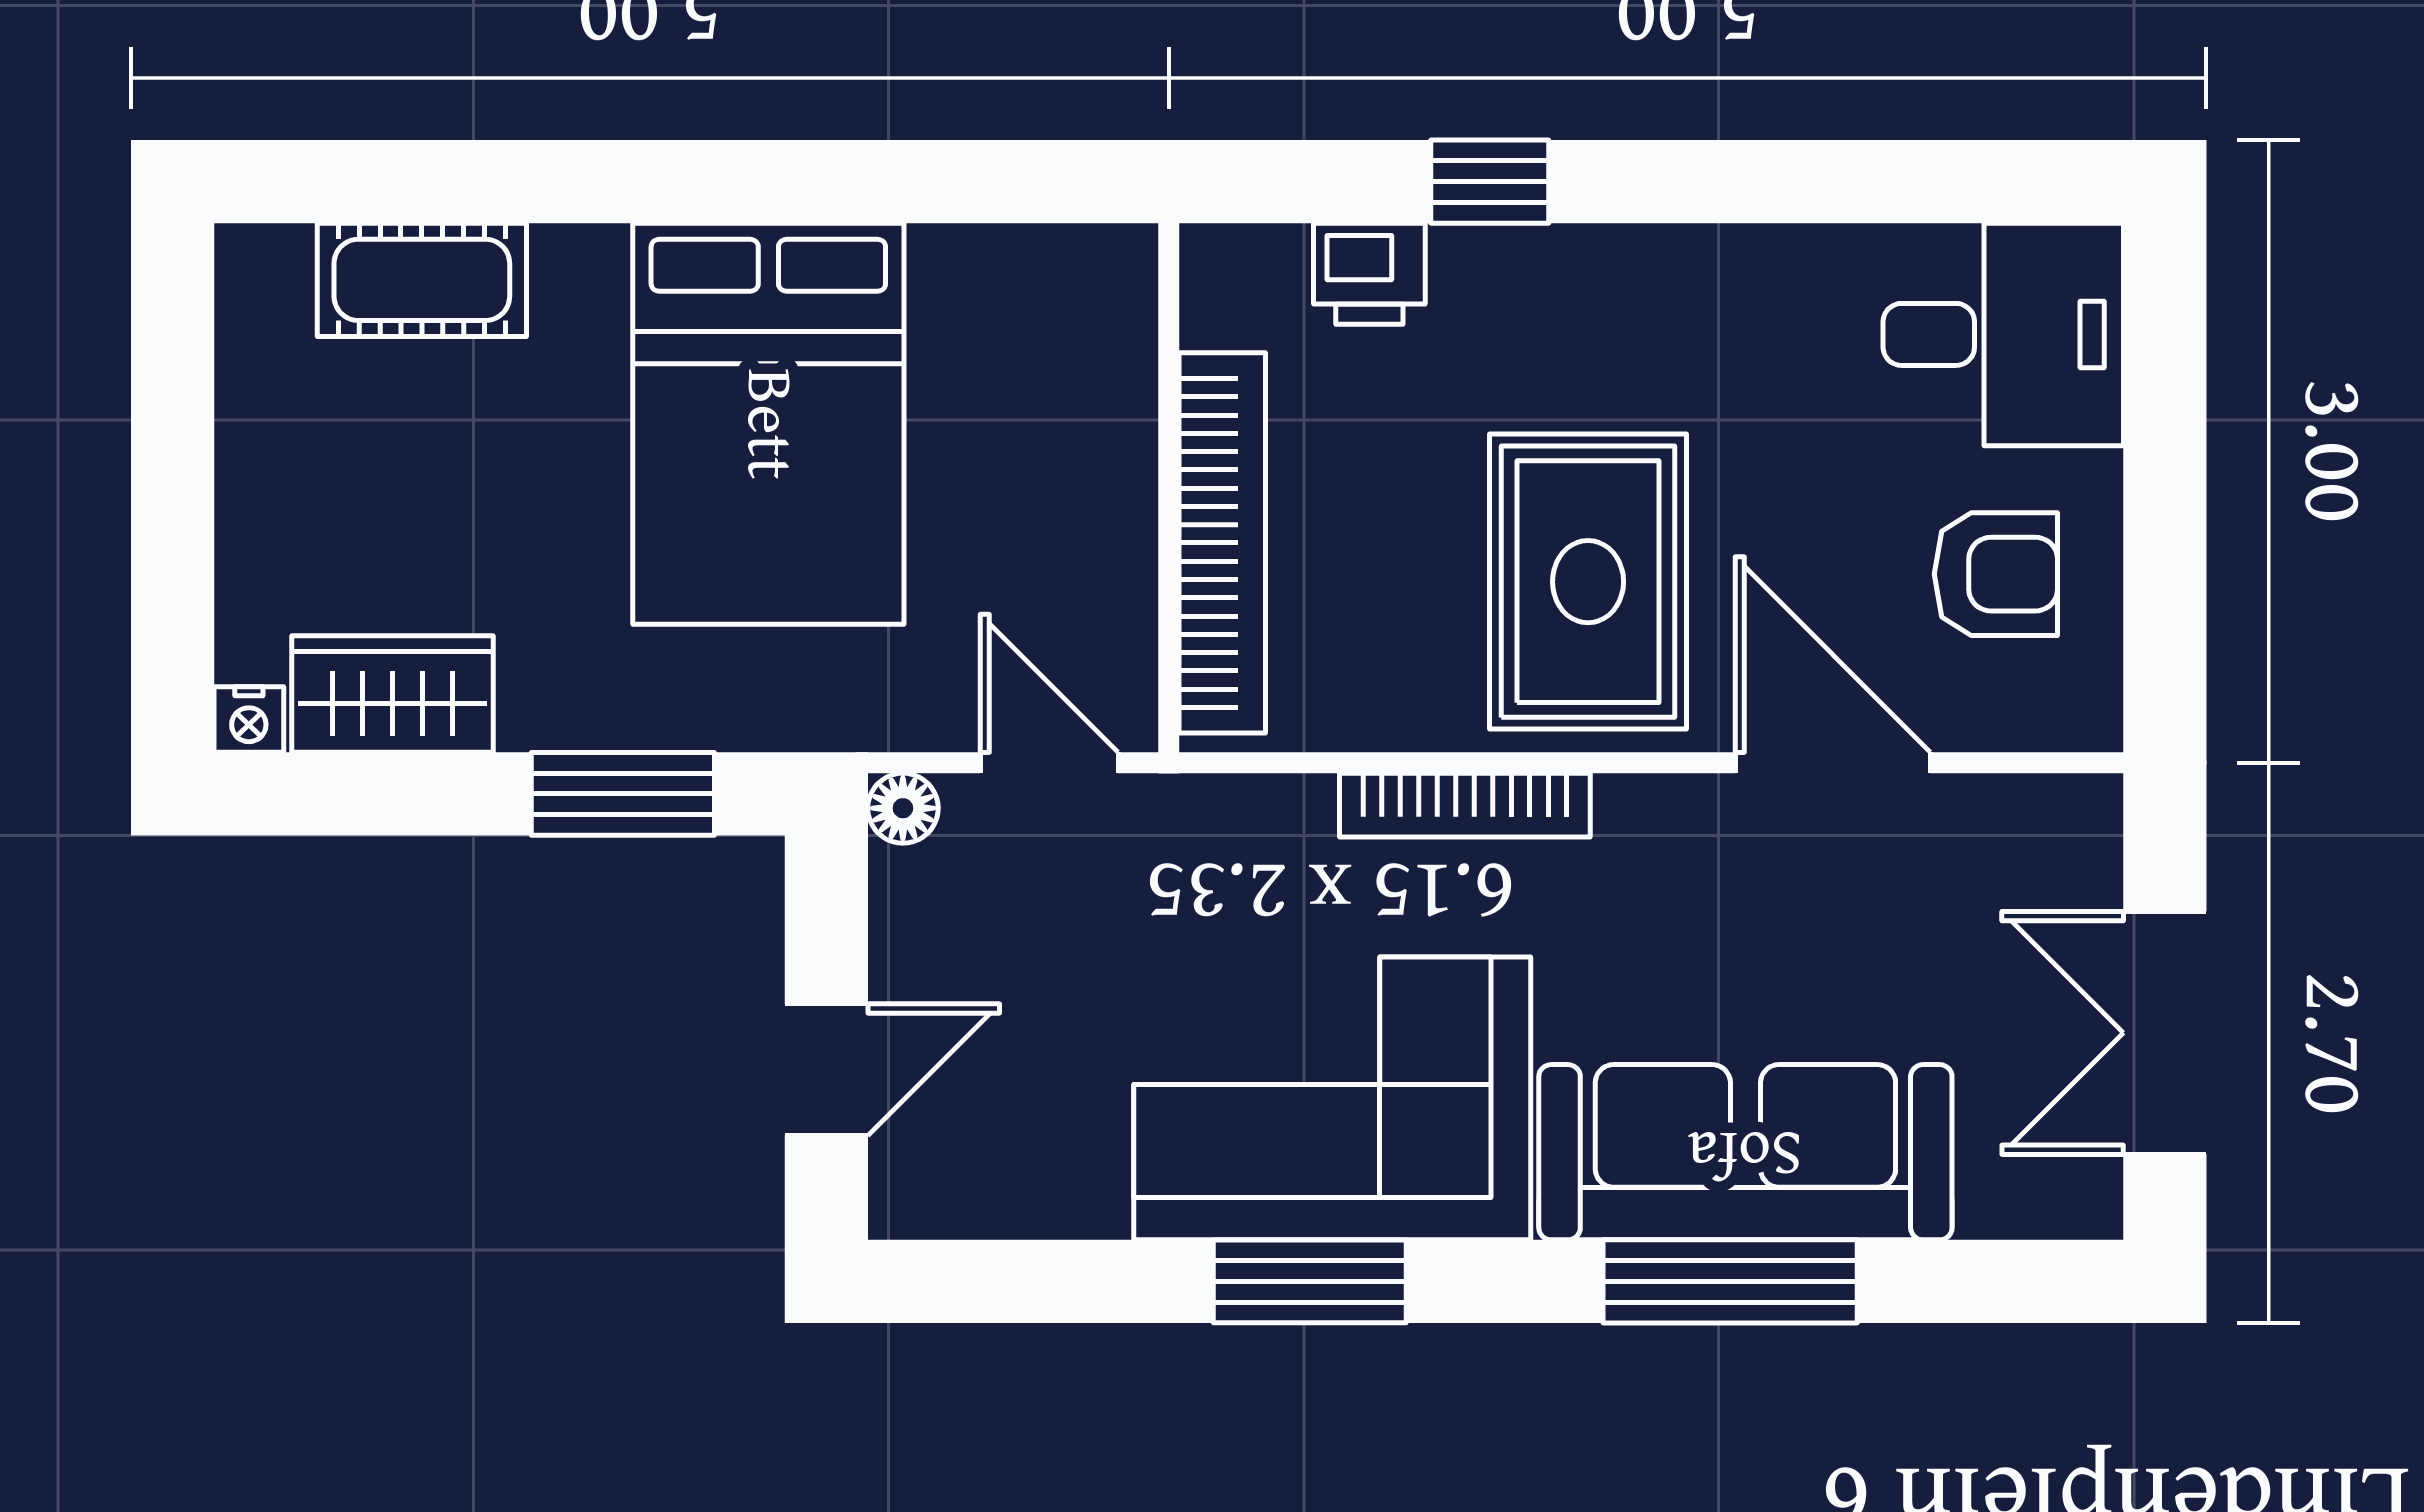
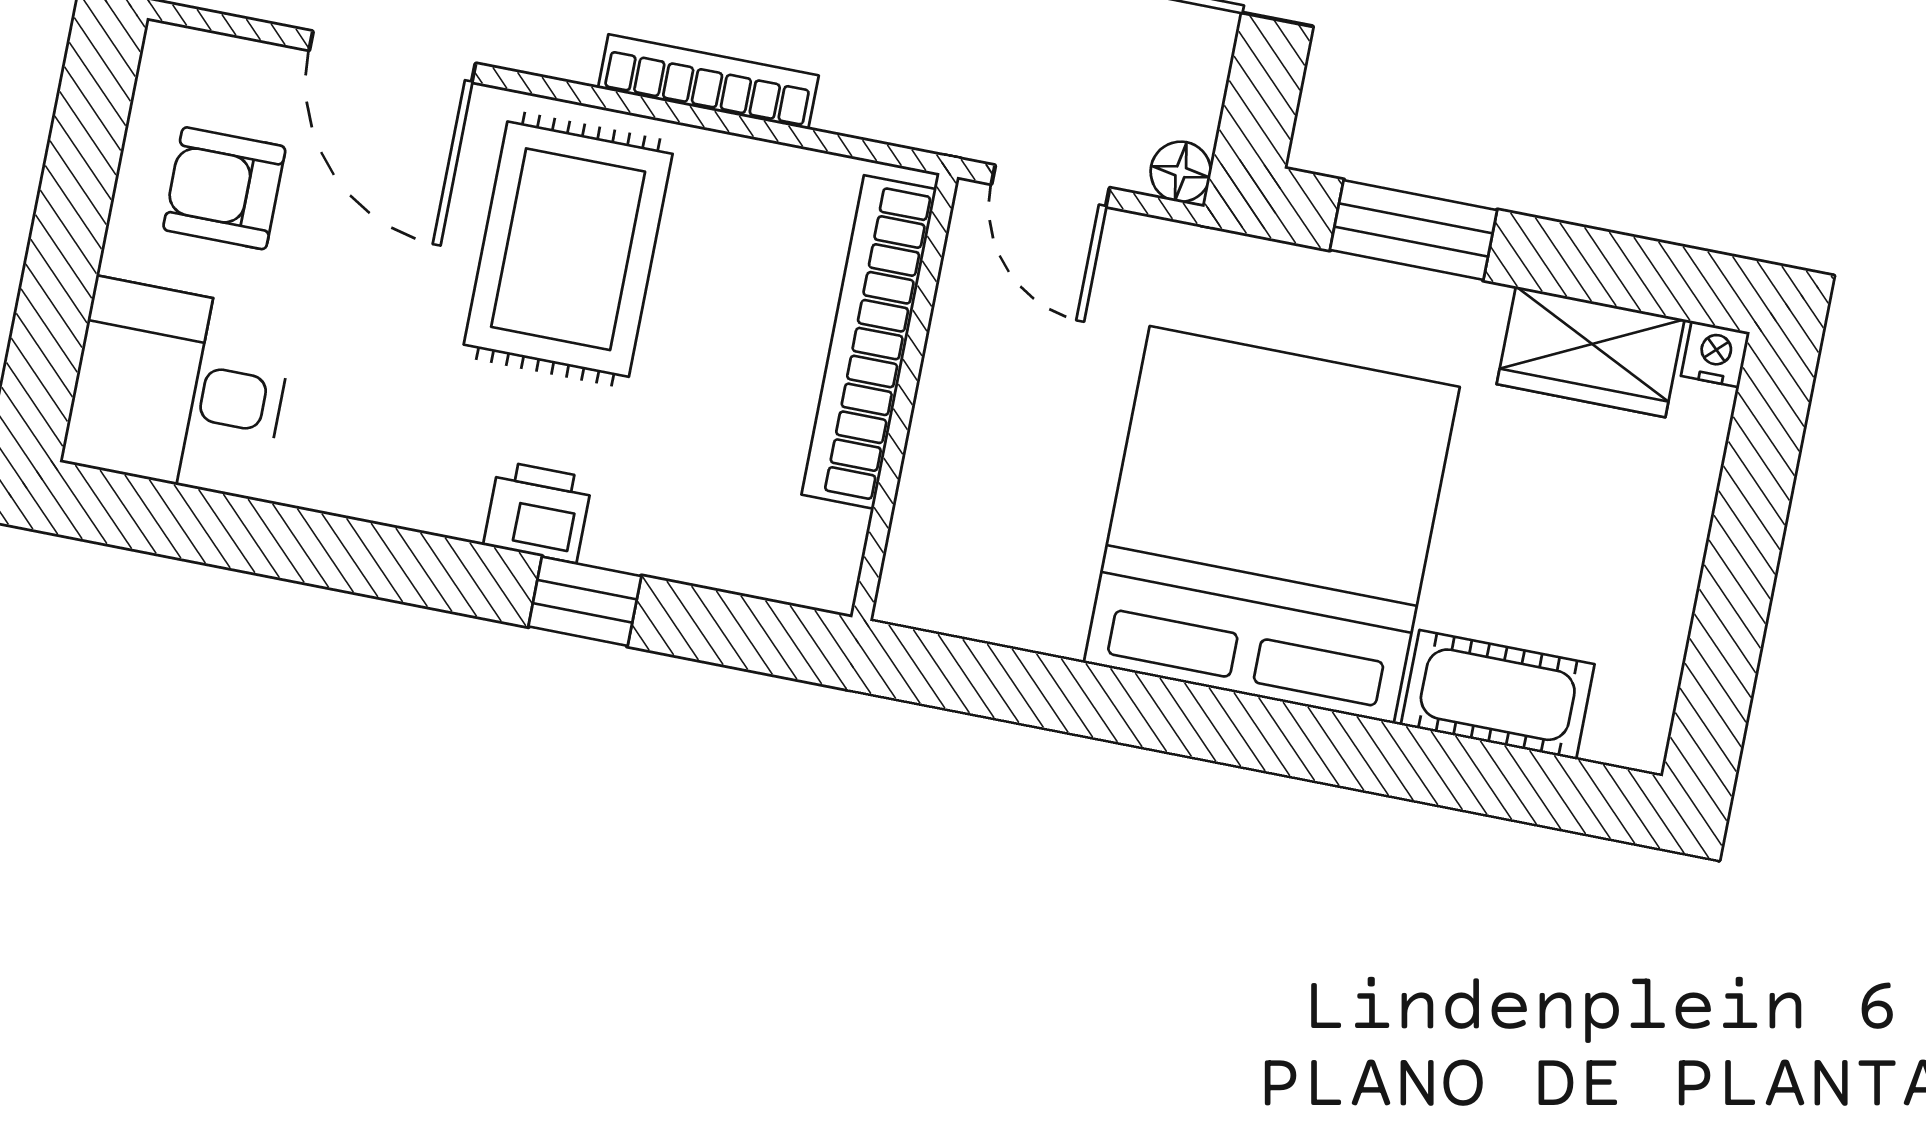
printer: (1369, 274) -> (538, 512), moved
bed: (768, 424) -> (1272, 525), width x1.36

